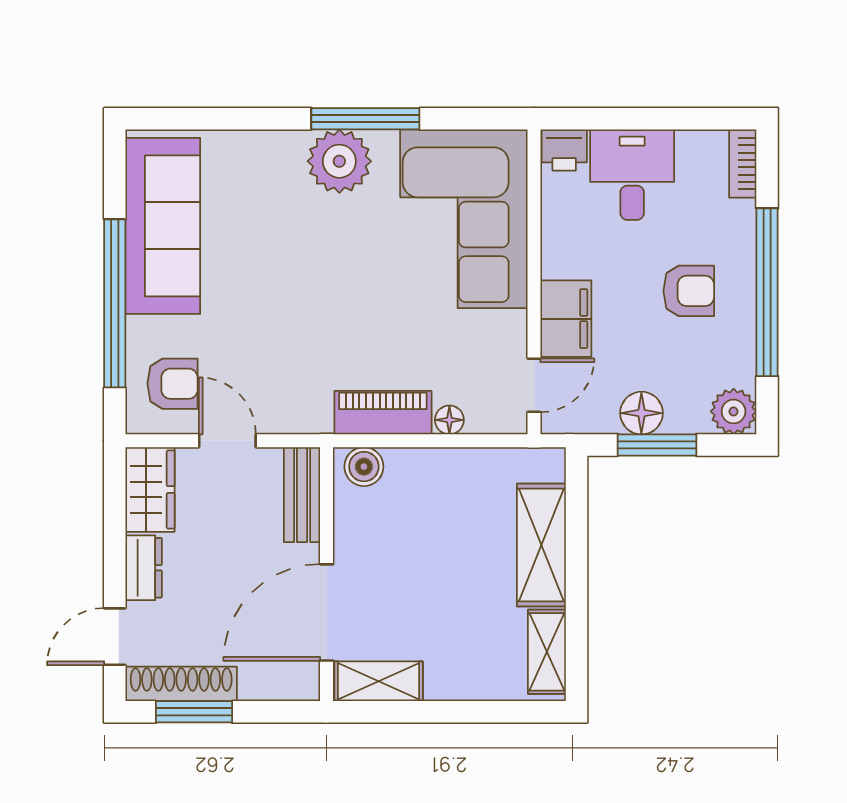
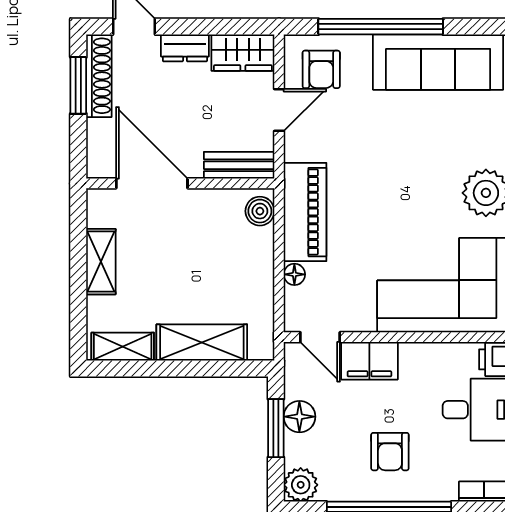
piano: (383, 413) -> (305, 212), width x1.37, depth x1.33
shelving: (379, 681) -> (101, 262), moved

